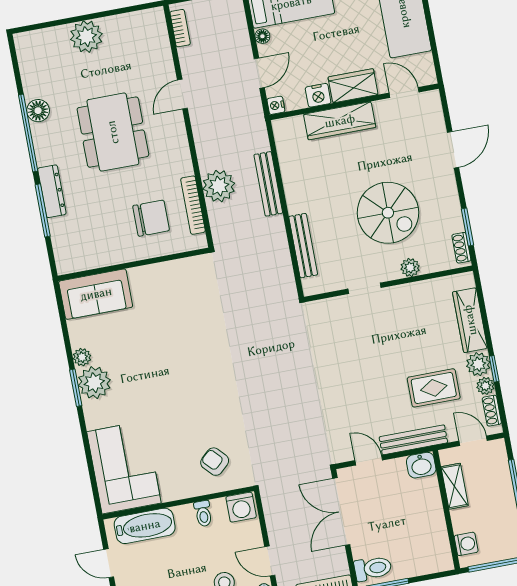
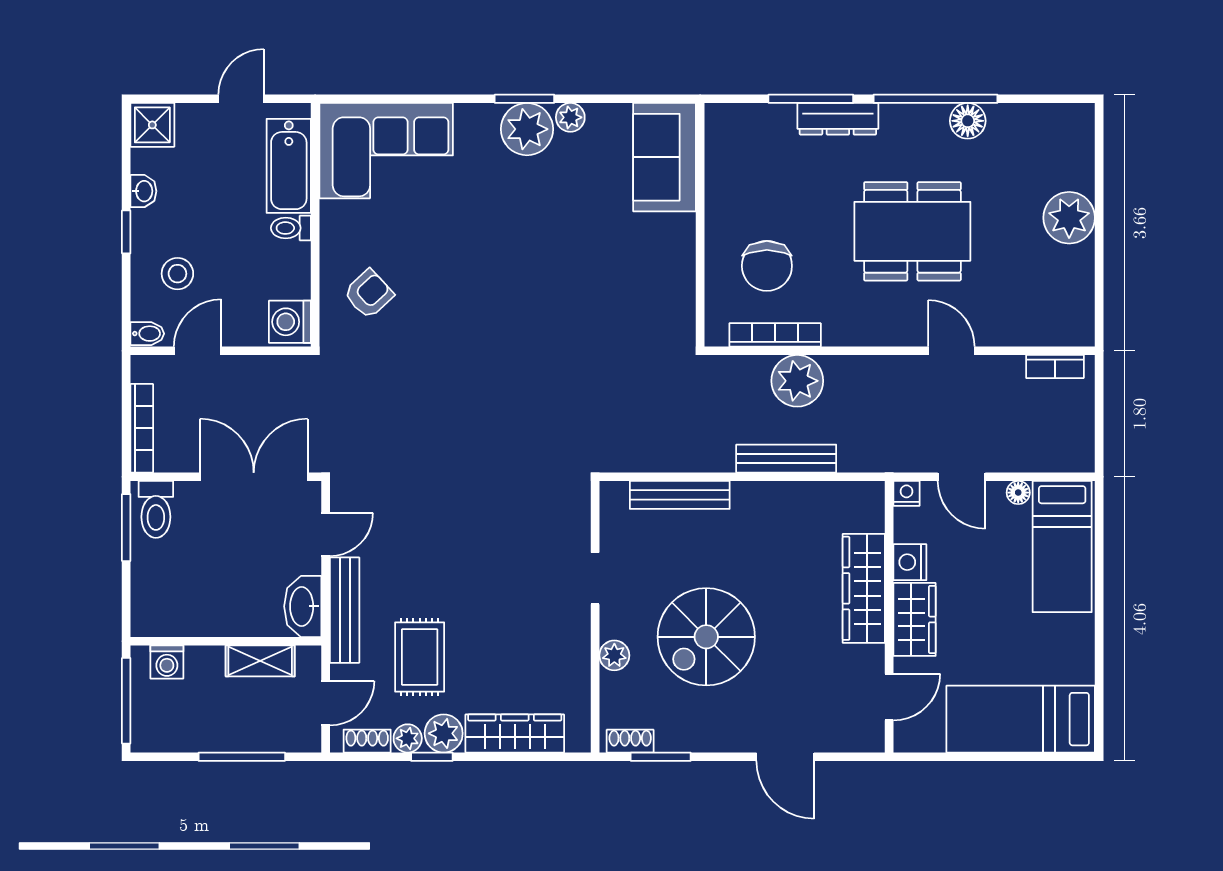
washbasin: (421, 465) -> (303, 606), width x1.38
toilet: (203, 514) -> (291, 228), moved

